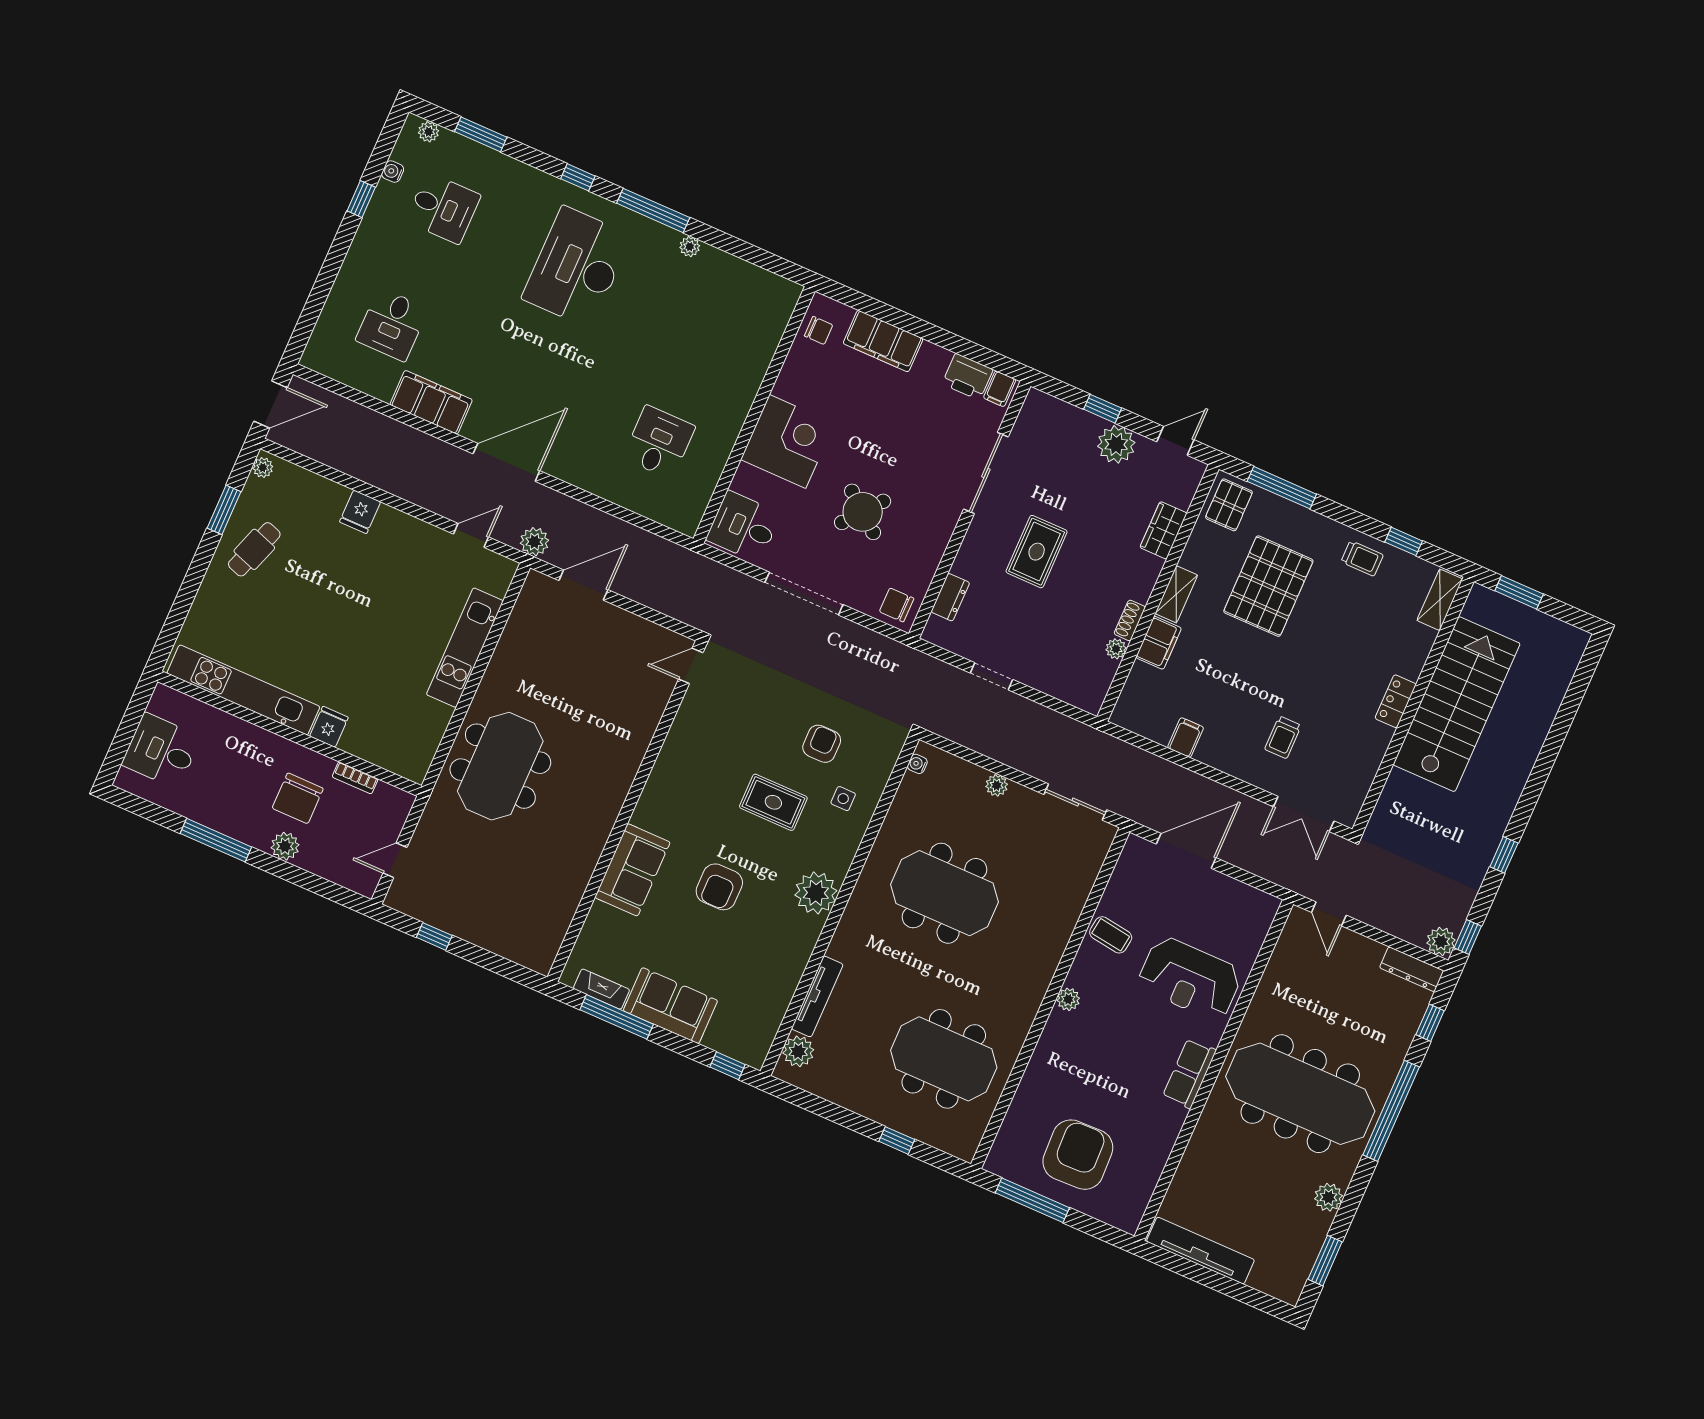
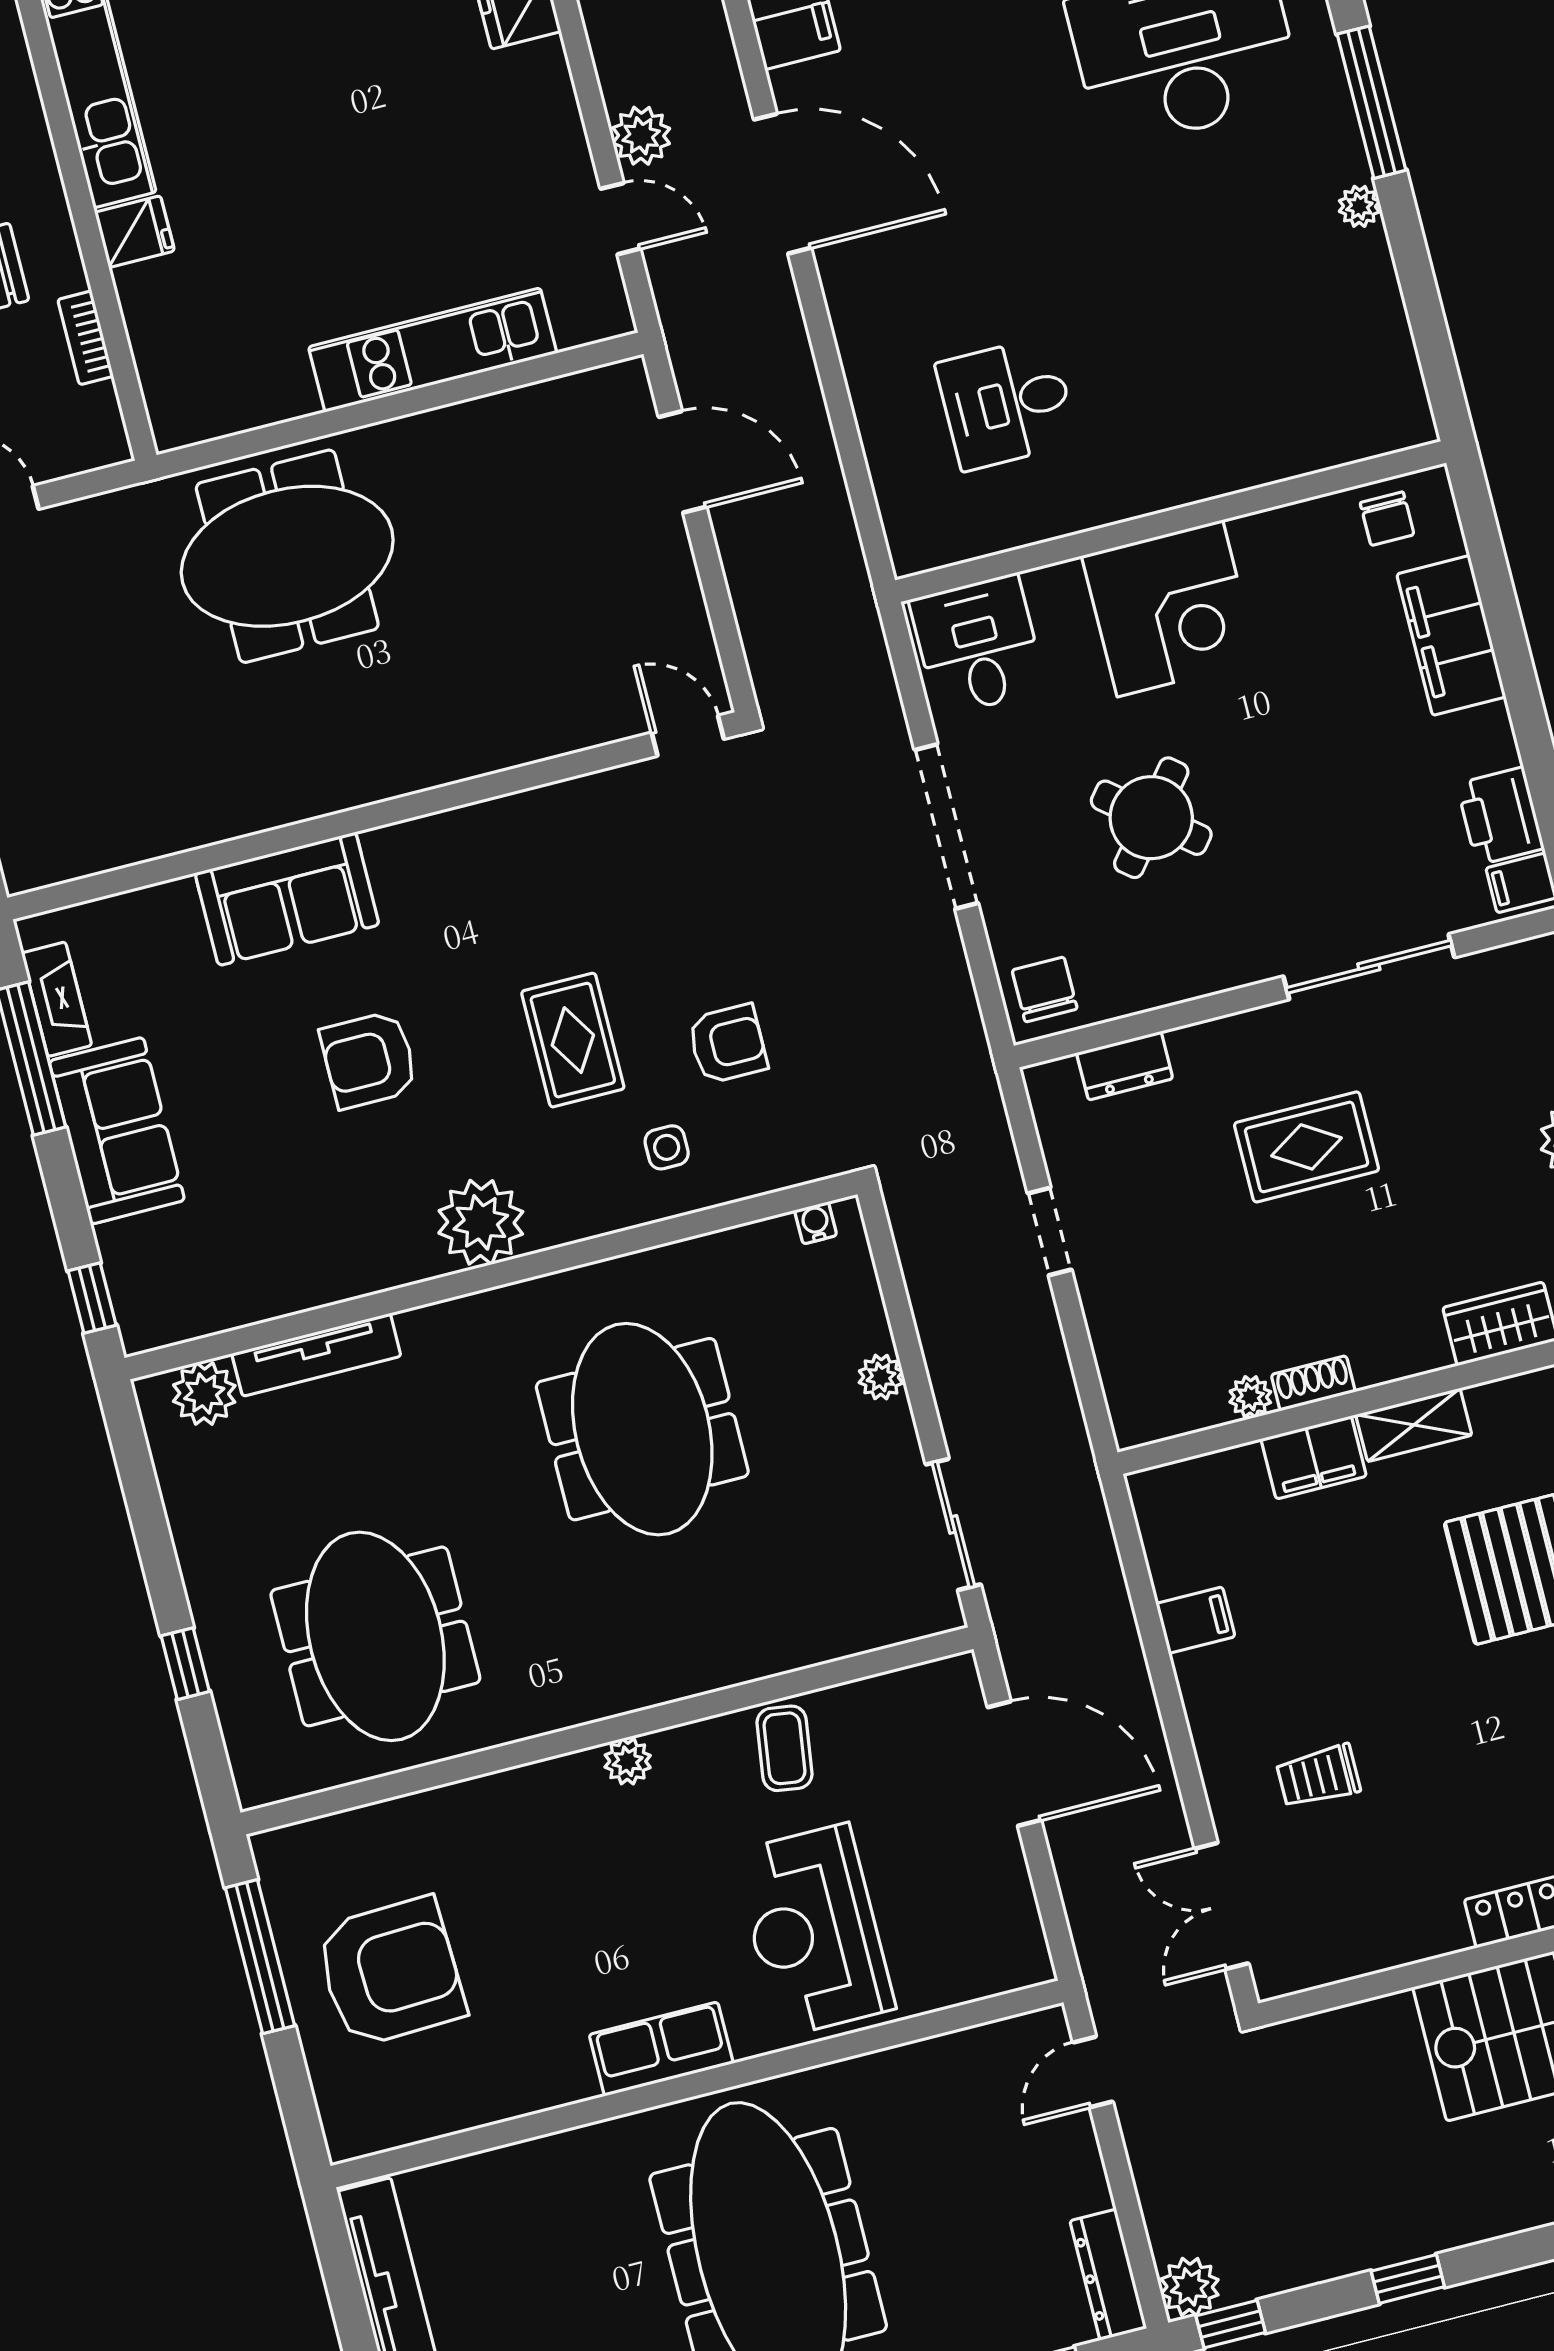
desk: (659, 442) -> (1007, 403), turned 180
plant: (534, 542) -> (641, 136), moved

